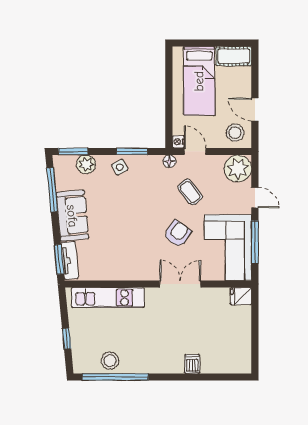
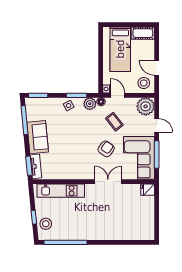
plant: (86, 164) -> (90, 104), moved
stool: (110, 361) -> (46, 224), moved
dishwasher: (192, 364) -> (116, 234), removed

